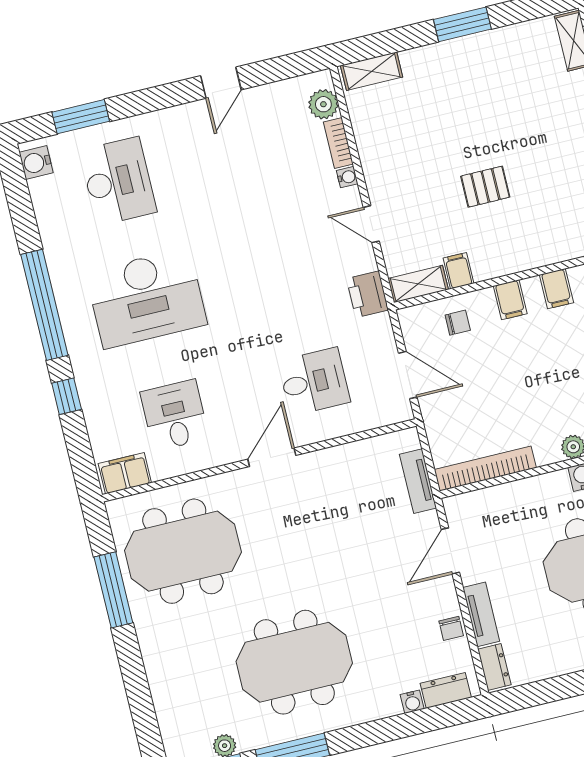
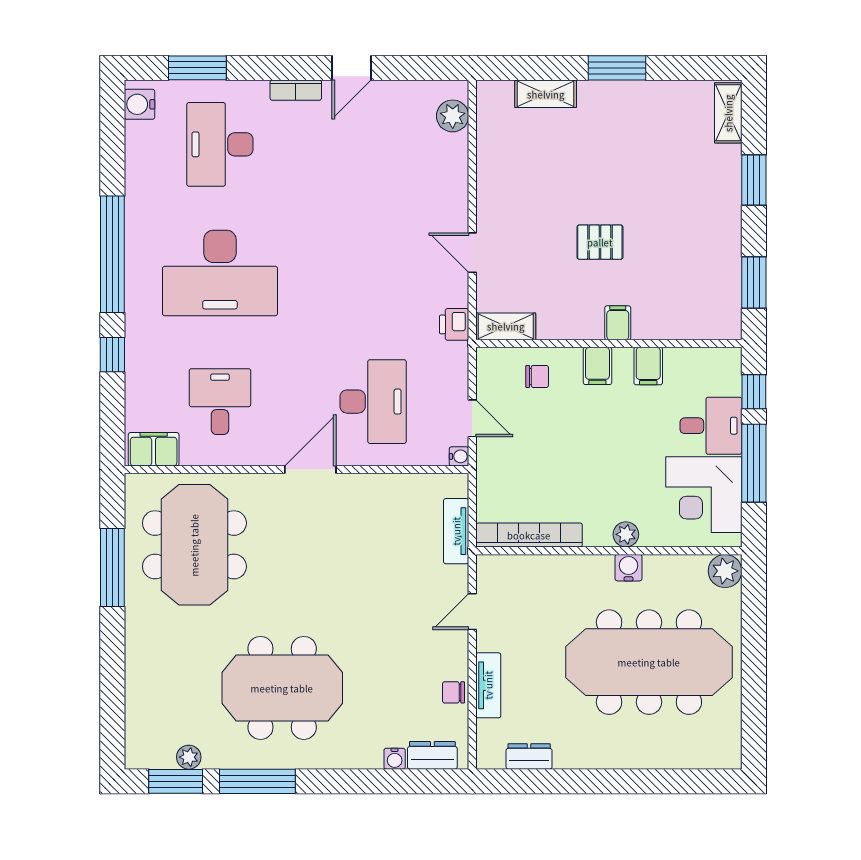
shelving: (372, 71) -> (546, 94), moved
bookcase: (338, 143) -> (296, 90), moved, turned -90
water cooler: (347, 177) -> (459, 456), moved
desk: (118, 181) -> (220, 144), turned 180
filing cabinet: (458, 271) -> (618, 323), moved
printer: (368, 294) -> (454, 324), width x0.73, depth x0.81
door: (408, 375) -> (472, 418), width x0.73
desk: (314, 382) -> (373, 402), width x1.37
meeting table: (183, 551) -> (194, 545), turned 90
door: (450, 551) -> (472, 612), width x0.73
chair: (451, 628) -> (454, 692), turned 90
dresser: (494, 667) -> (529, 756), moved, turned -90

